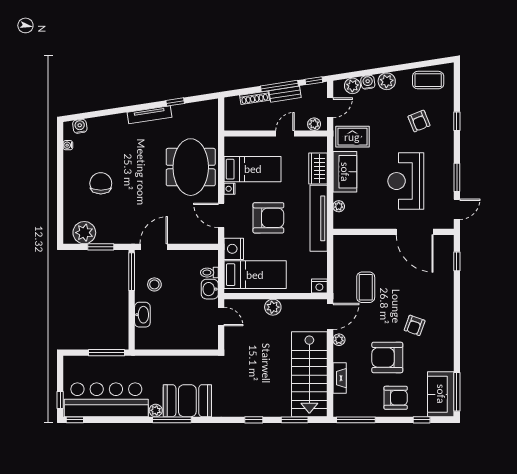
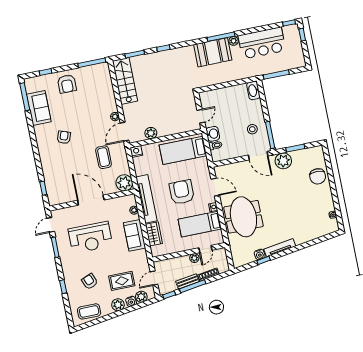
plant: (314, 124) -> (194, 258), moved
water cooler: (80, 126) -> (260, 254), moved
door: (285, 134) -> (205, 249), moved
rug: (352, 137) -> (122, 281), moved
reception desk: (406, 181) -> (90, 237), turned 90
chair: (101, 183) -> (318, 176), moved
armchair: (268, 218) -> (182, 192), turned 90
door: (415, 232) -> (91, 200), moved
plant: (84, 233) -> (283, 161), moved
plant: (344, 246) -> (124, 183), added
door: (154, 247) -> (258, 156), hinge flipped
nightstand: (234, 249) -> (202, 165), removed
plant: (273, 307) -> (151, 133), moved
washbasin: (142, 315) -> (253, 90), moved
door: (221, 316) -> (201, 116), swing flipped
armchair: (387, 357) -> (78, 111), removed
stairs: (309, 374) -> (125, 81), width x0.73, depth x0.66
fireplace: (340, 378) -> (109, 90), removed
sofa: (441, 394) -> (39, 108), moved
armchair: (396, 398) -> (67, 84), turned -90
bar counter: (106, 400) -> (262, 43), width x0.73

